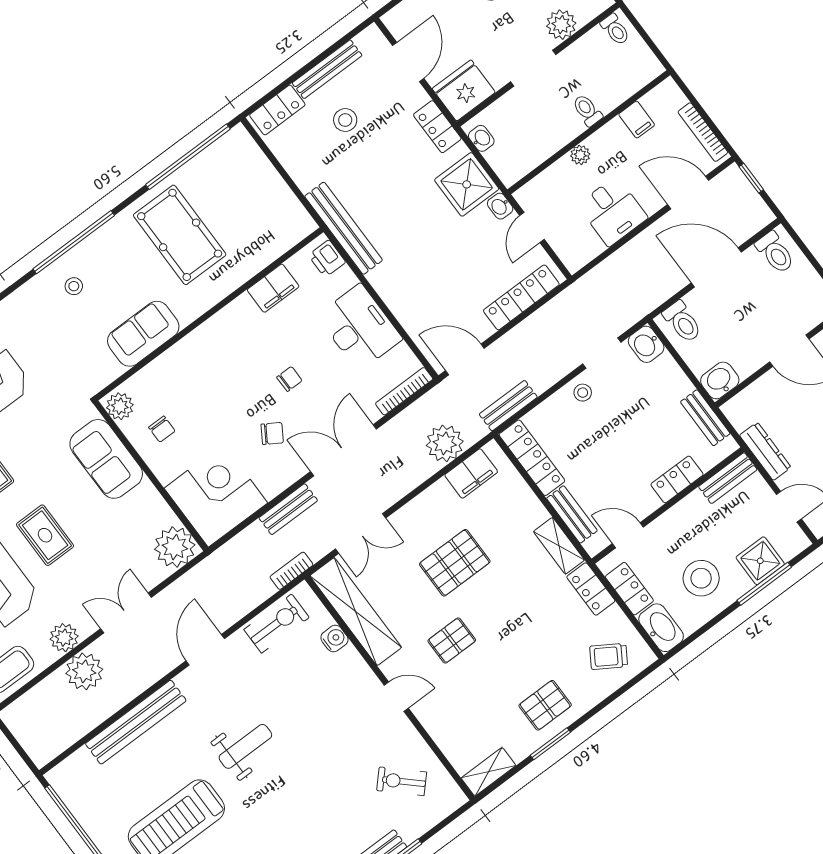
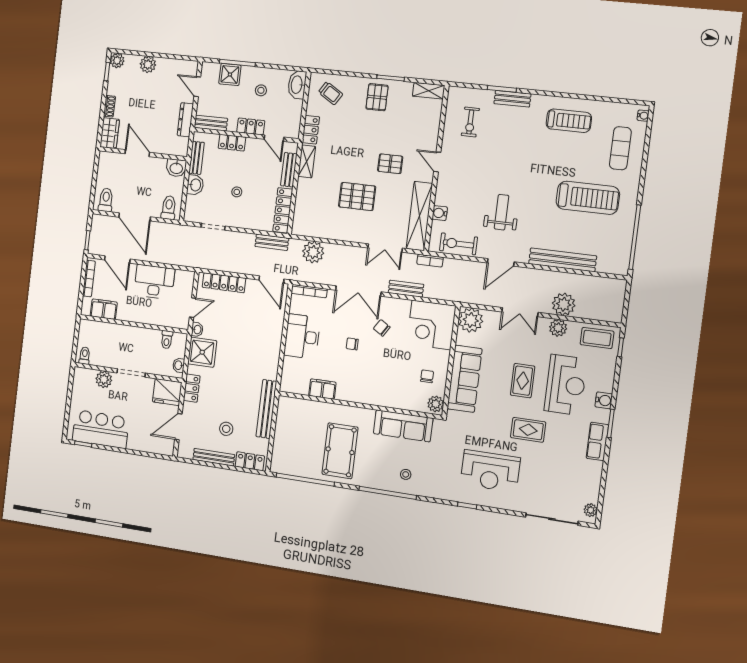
toilet: (587, 110) -> (167, 340), moved
filing cabinet: (637, 120) -> (104, 309), width x2.00
plant: (580, 155) -> (146, 318), removed
desk: (613, 211) -> (154, 282), width x1.37
bench: (344, 228) -> (266, 409), moved
printer: (327, 259) -> (288, 379), removed
sofa: (143, 334) -> (403, 426), width x1.36
washbasin: (646, 344) -> (195, 185), moved
stool: (583, 393) -> (237, 192), moved
sofa: (106, 459) -> (465, 379), width x1.36
filing cabinet: (471, 473) -> (314, 228), removed
double door: (361, 534) -> (385, 248), swing flipped
stool: (701, 578) -> (261, 90), width x0.53, depth x0.53
locker: (629, 589) -> (251, 126), moved, turned 90
pallet: (545, 705) -> (377, 97), turned 90
weight bench: (245, 746) -> (502, 212), moved, turned 90
exercise bike: (402, 781) -> (470, 122), turned 47

